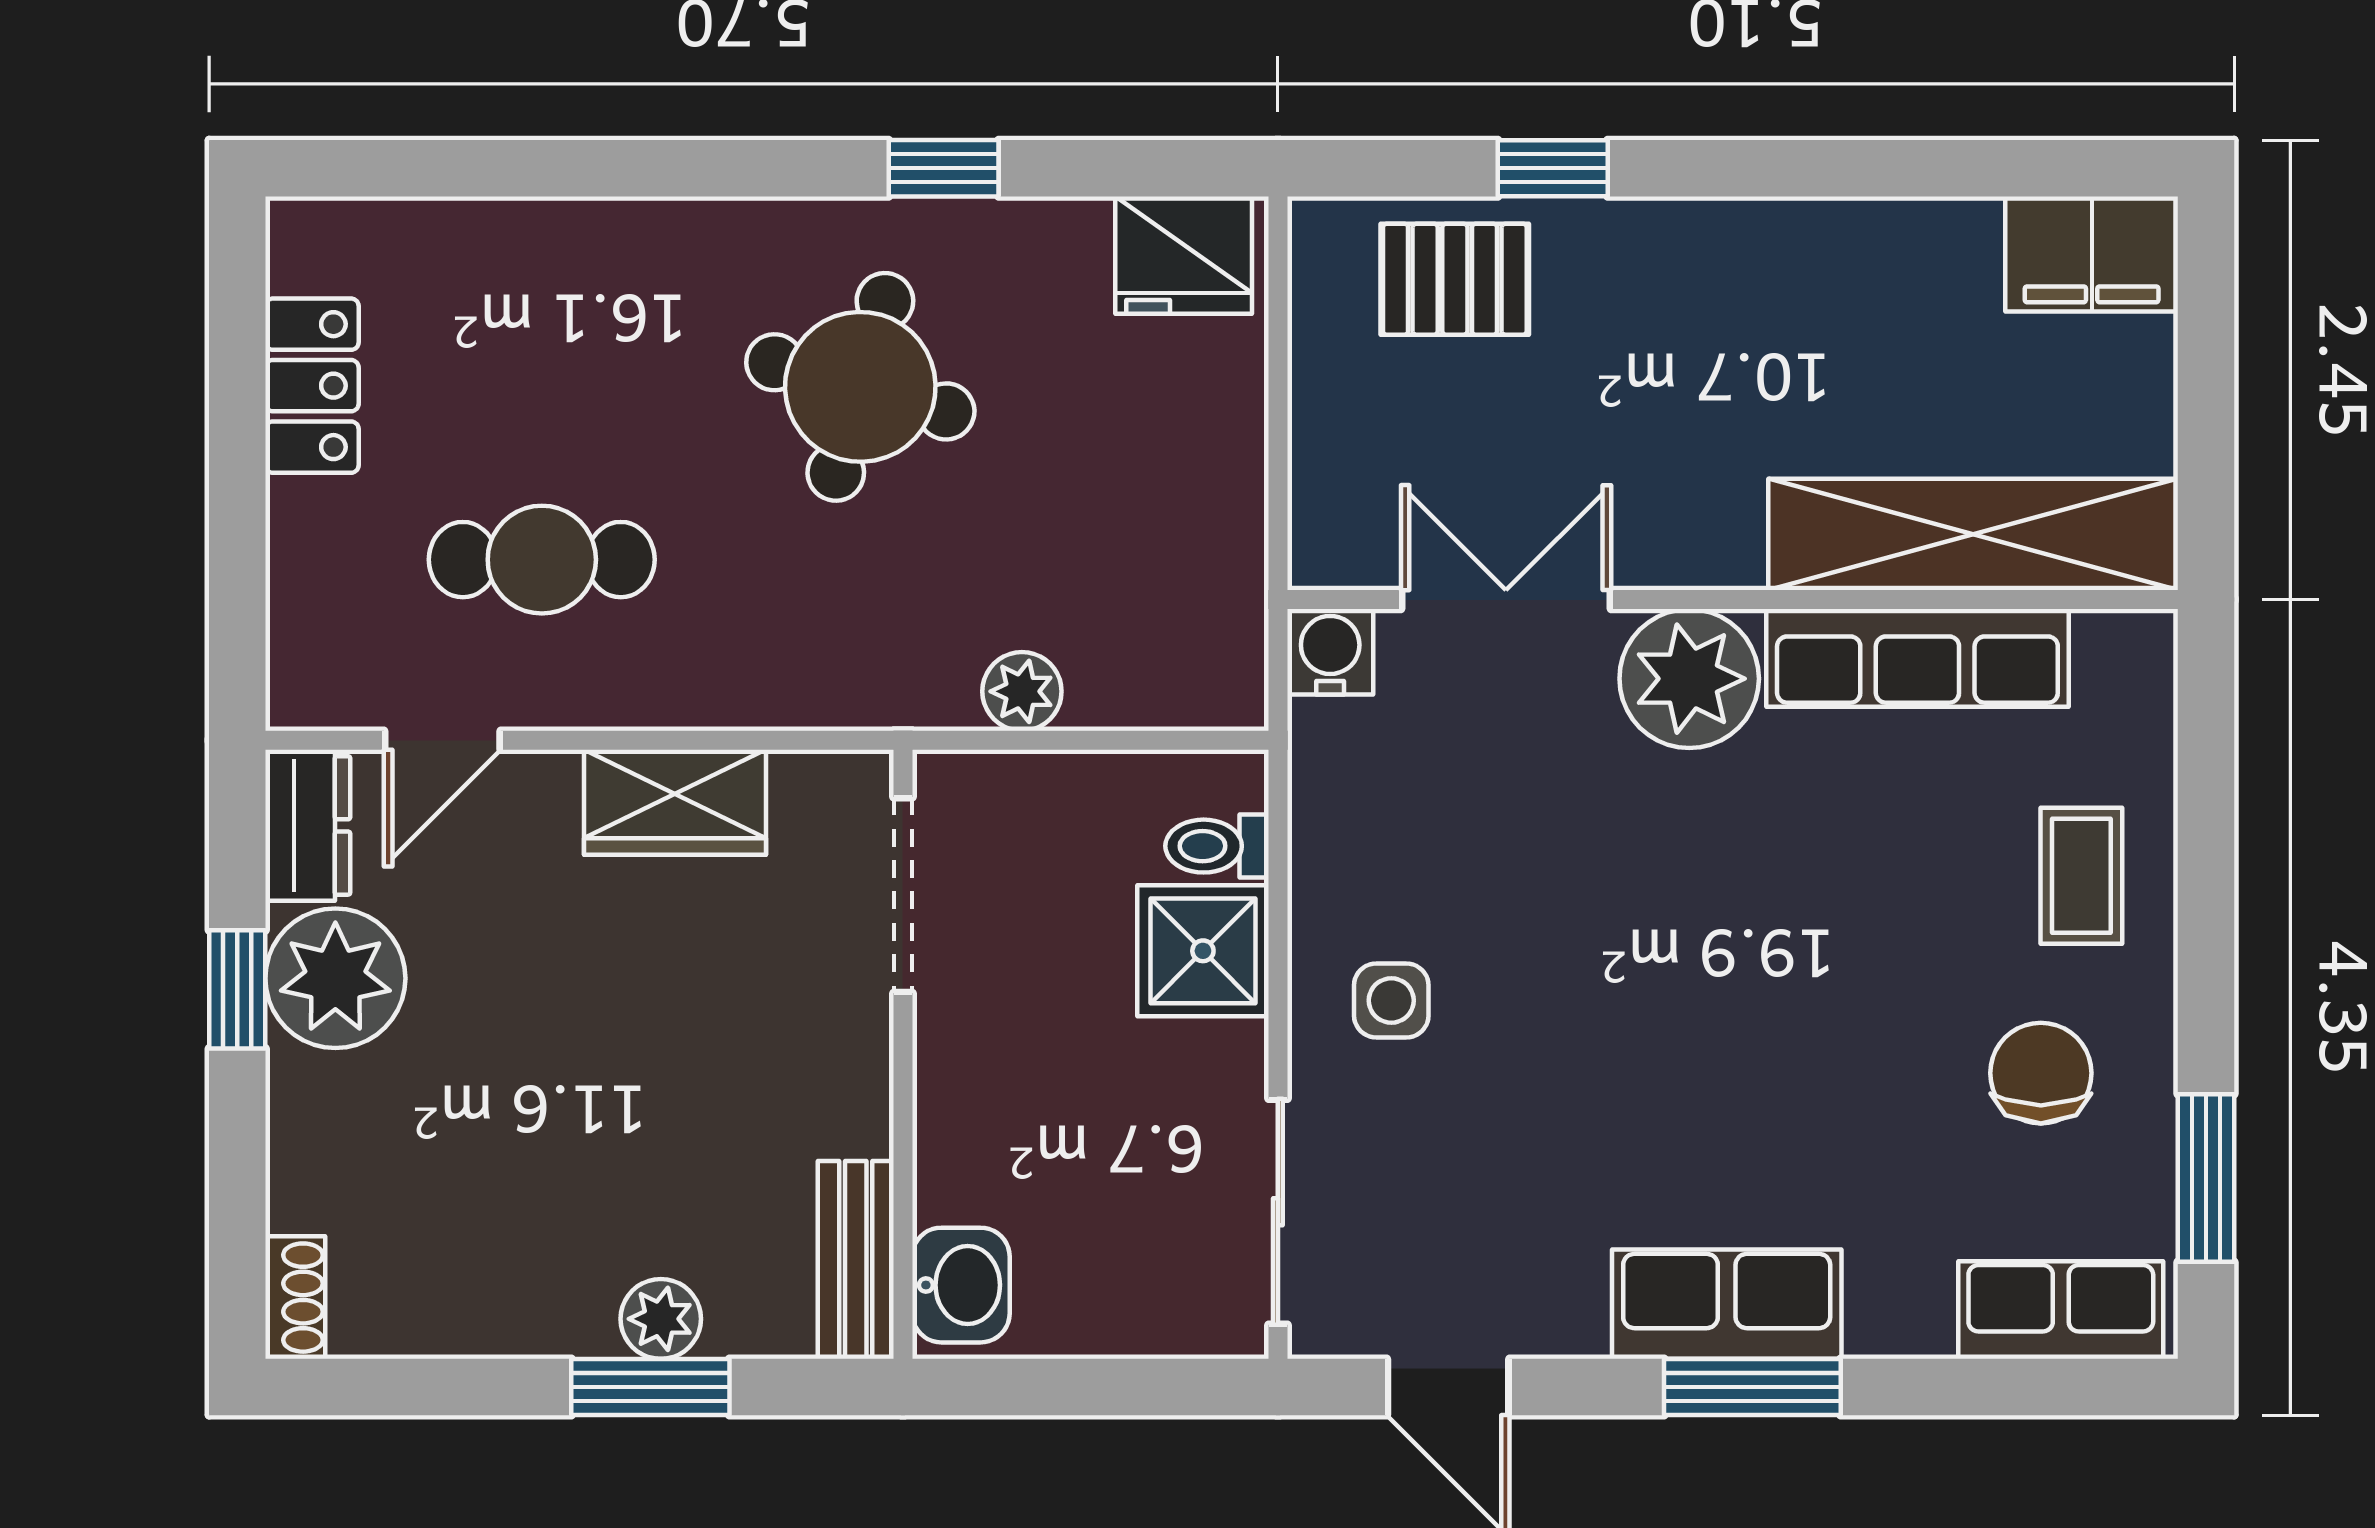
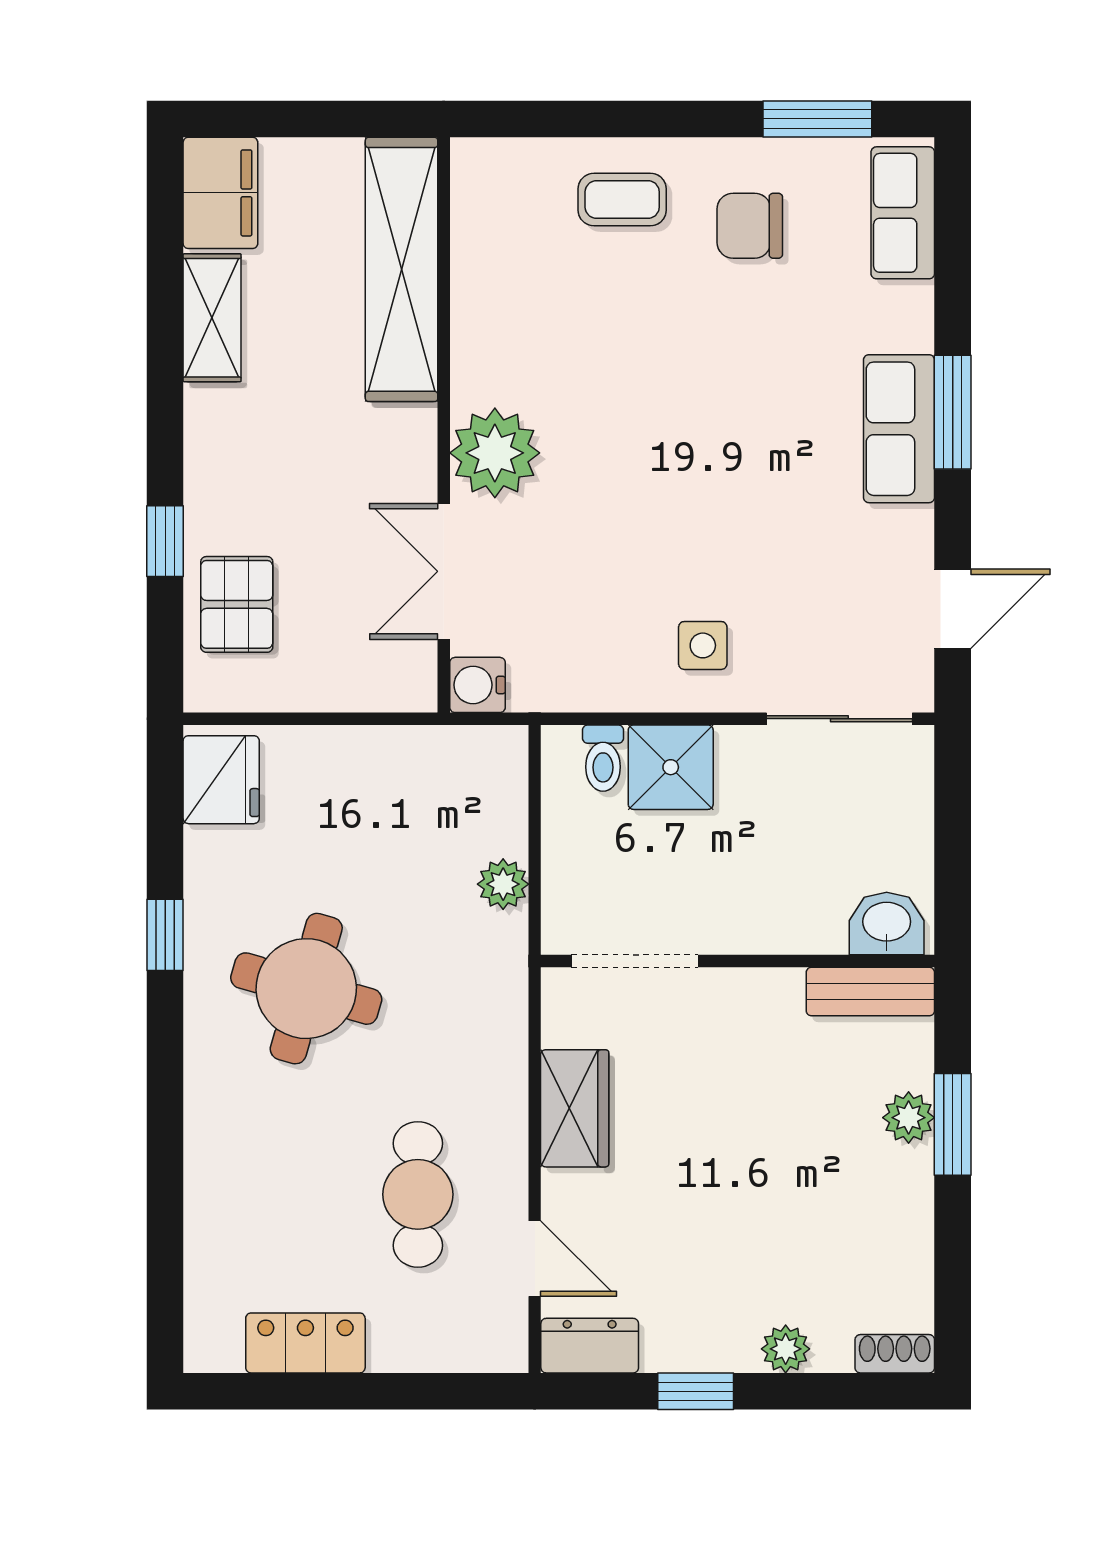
shelving: (1898, 241) -> (212, 318), added
row of seats: (1917, 658) -> (481, 305), removed
plant: (335, 978) -> (786, 1349), moved, width x0.53, depth x0.53

